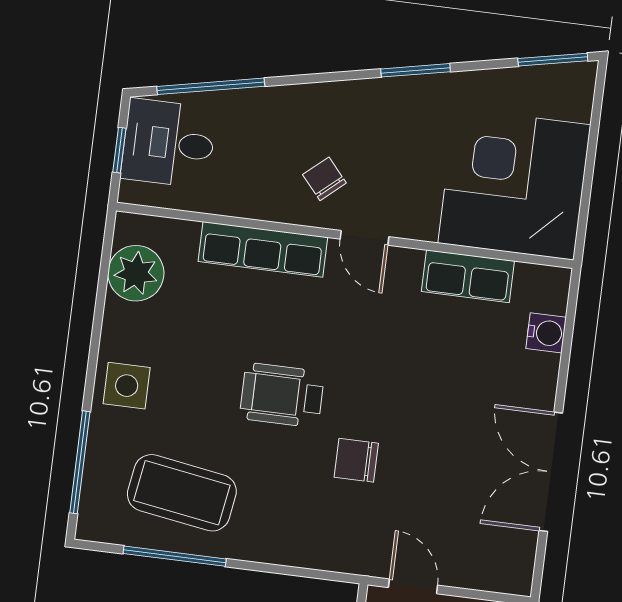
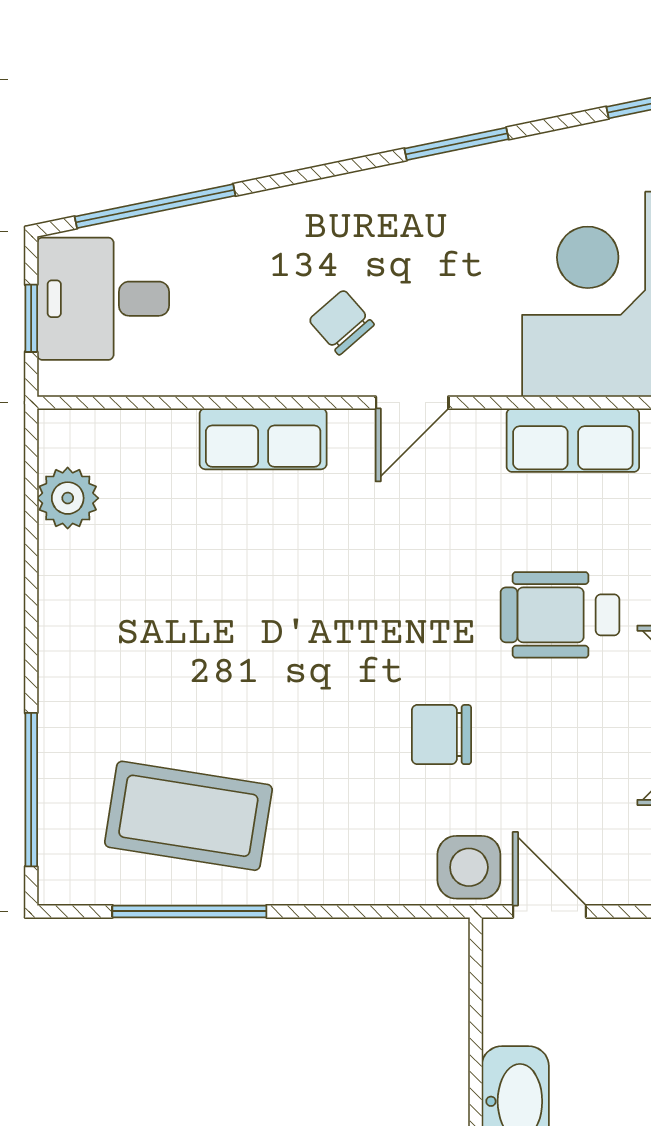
door: (364, 238) -> (412, 403), hinge flipped
row of seats: (263, 249) -> (263, 439), width x0.68
plant: (136, 273) -> (68, 498), width x0.73, depth x0.73
side table: (127, 386) -> (469, 867), moved
wheelchair: (282, 395) -> (560, 615), moved

